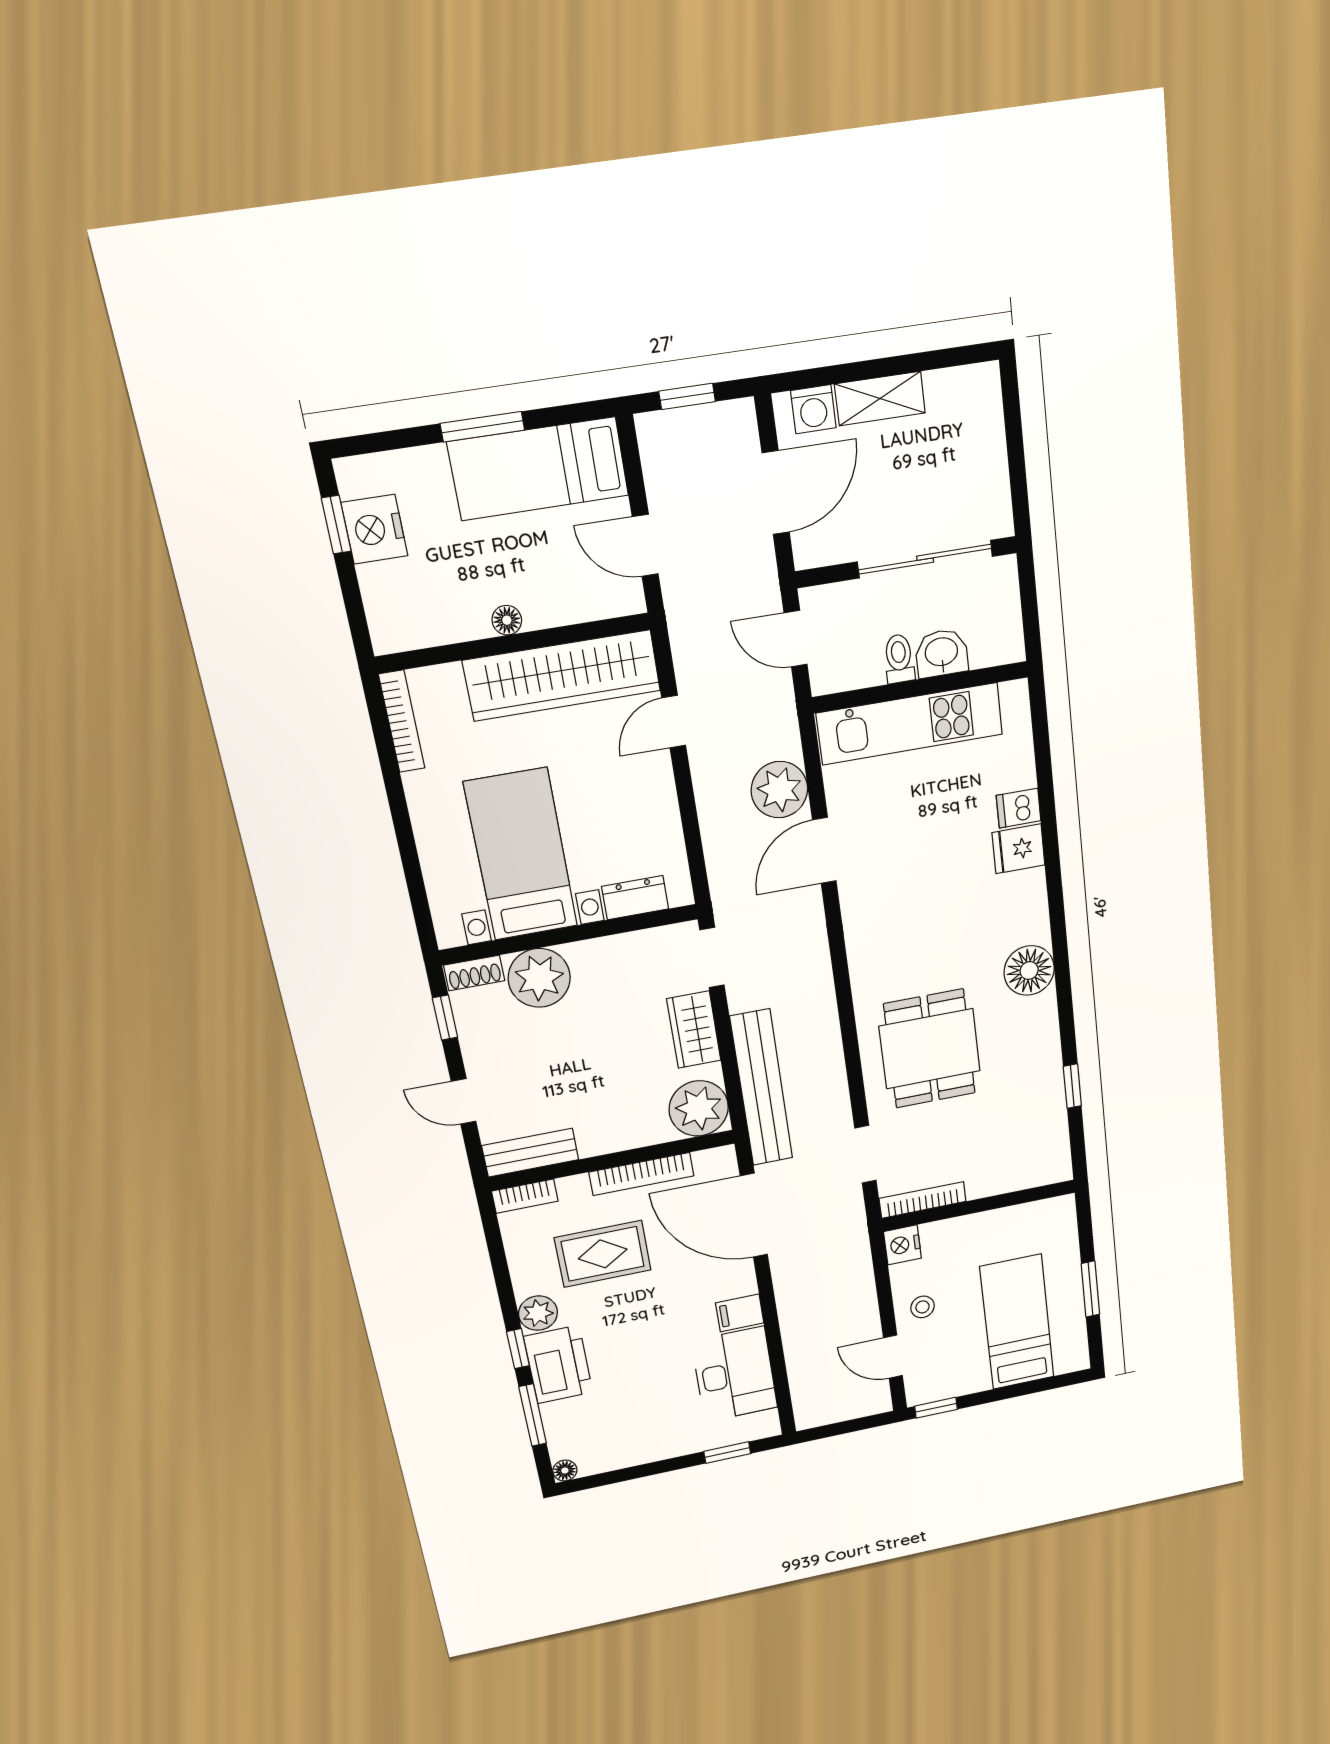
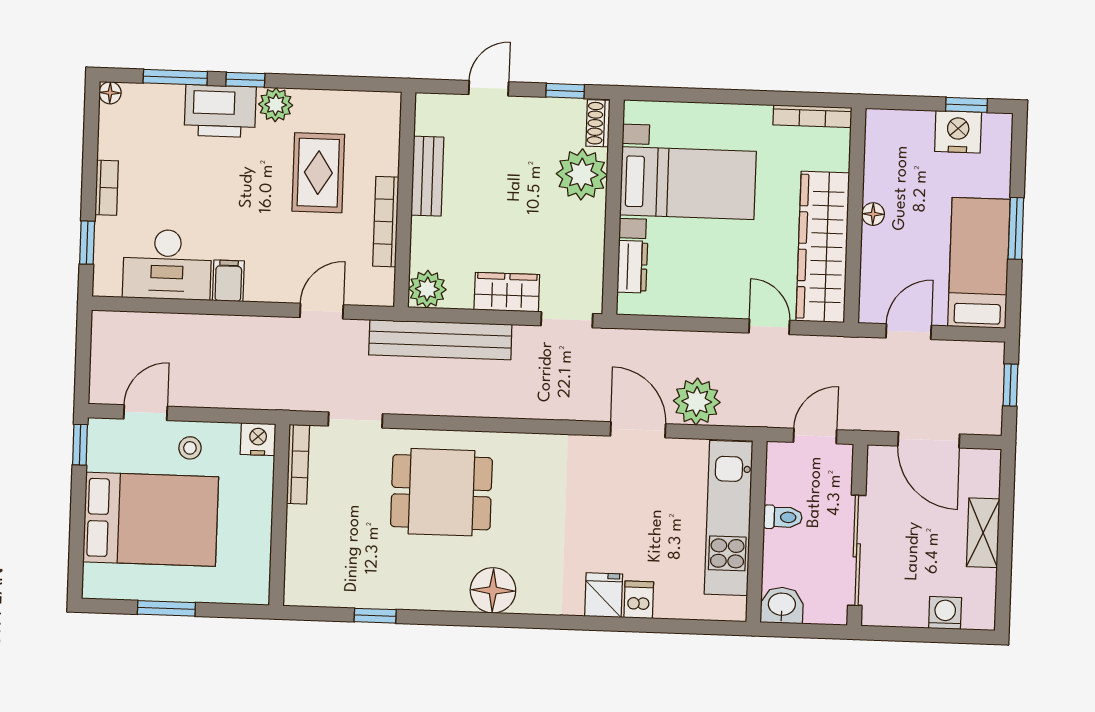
washing machine: (813, 409) -> (945, 613), moved, turned 90
washbasin: (942, 653) -> (782, 605), moved, turned -90
plant: (699, 1108) -> (427, 289), width x0.73, depth x0.73
bench: (530, 1153) -> (427, 176), moved
bookcase: (525, 1196) -> (107, 188), moved, turned 180
door: (754, 1215) -> (322, 311), width x0.53
bed: (1017, 1322) -> (151, 519), width x1.50

